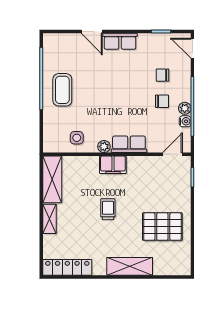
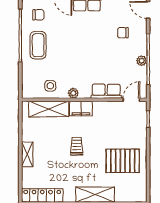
chair: (162, 101) -> (38, 15), moved
water cooler: (185, 121) -> (142, 72), removed
row of seats: (129, 144) -> (106, 91), moved
shelving: (52, 179) -> (49, 109), moved, turned 90

